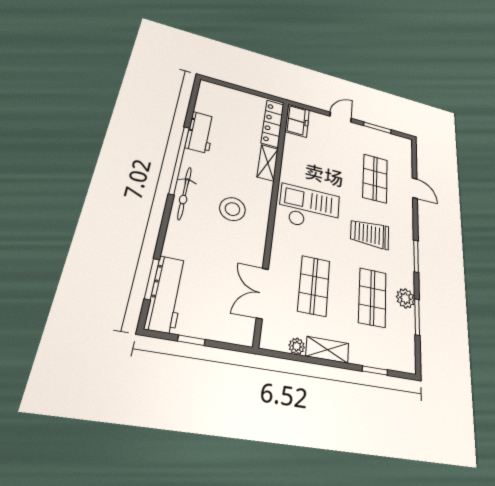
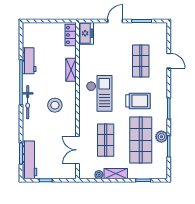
locker: (273, 124) -> (71, 35), width x0.66
checkout: (309, 208) -> (99, 93), turned 90
trolley: (370, 234) -> (138, 101), turned 180
shop shelf: (372, 297) -> (141, 140), width x1.43, depth x1.36

